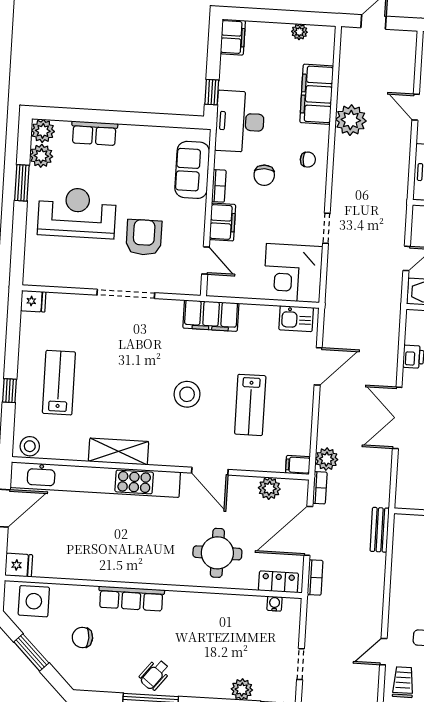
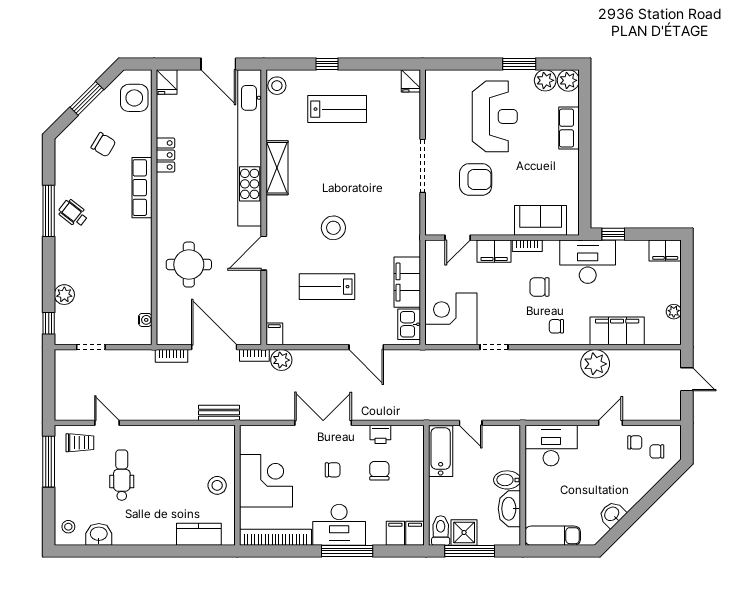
chair: (308, 160) -> (556, 326), turned 90
filing cabinet: (211, 316) -> (407, 282), moved
plant: (269, 488) -> (251, 309), removed
locker: (278, 582) -> (165, 155), moved
chair: (82, 637) -> (103, 145), turned 121

